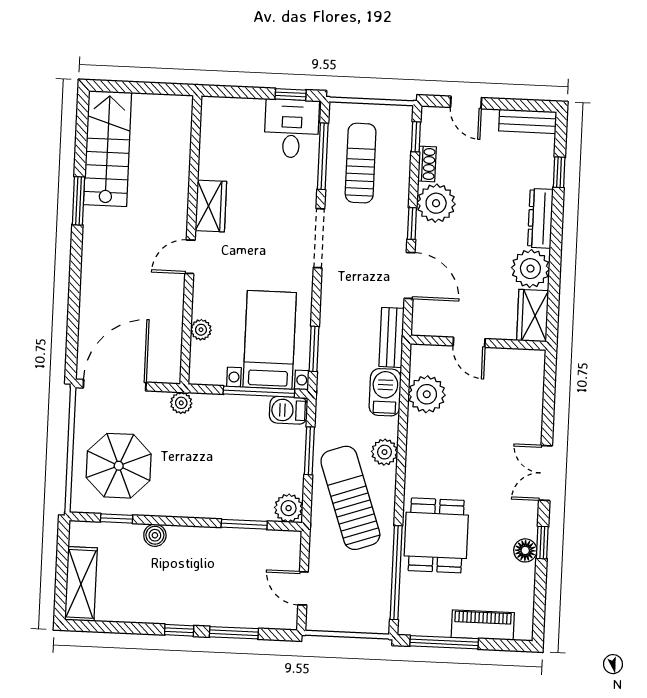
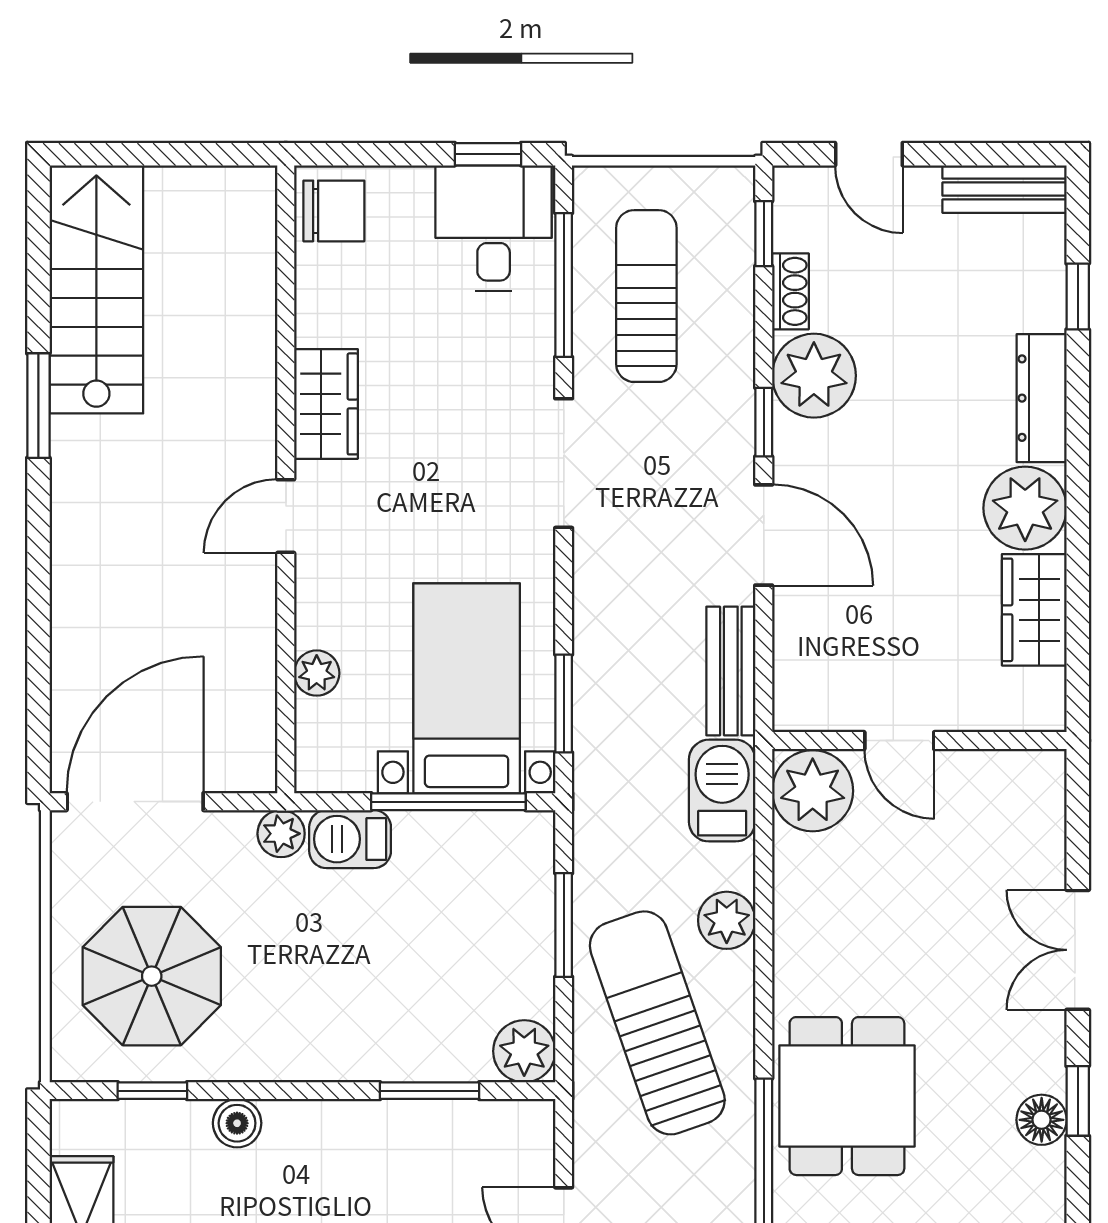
chair: (219, 117) -> (334, 211), added
door: (469, 342) -> (899, 741), moved
wall: (478, 343) -> (919, 741), moved
barbecue: (288, 410) -> (350, 839), moved

